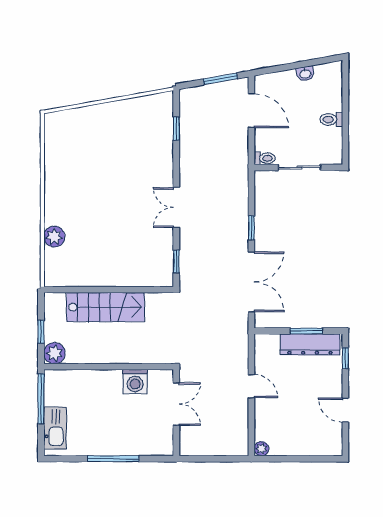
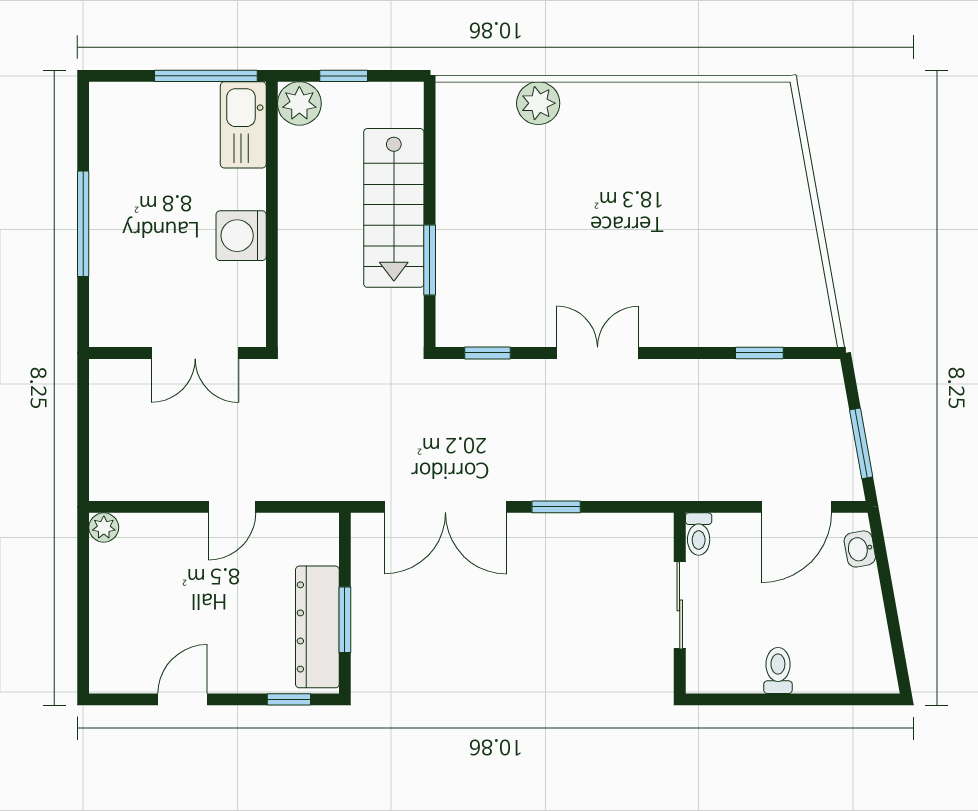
washbasin: (305, 74) -> (860, 549), moved
window: (131, 290) -> (430, 260), added
washing machine: (135, 382) -> (241, 236), moved
kitchen sink: (55, 428) -> (243, 125), moved, turned 90

